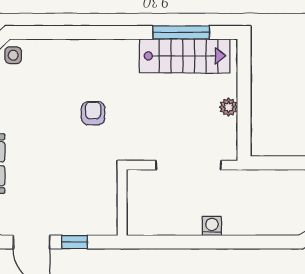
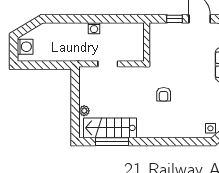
plant: (229, 107) -> (84, 111), moved
doorway: (188, 165) -> (108, 64), width x0.53

